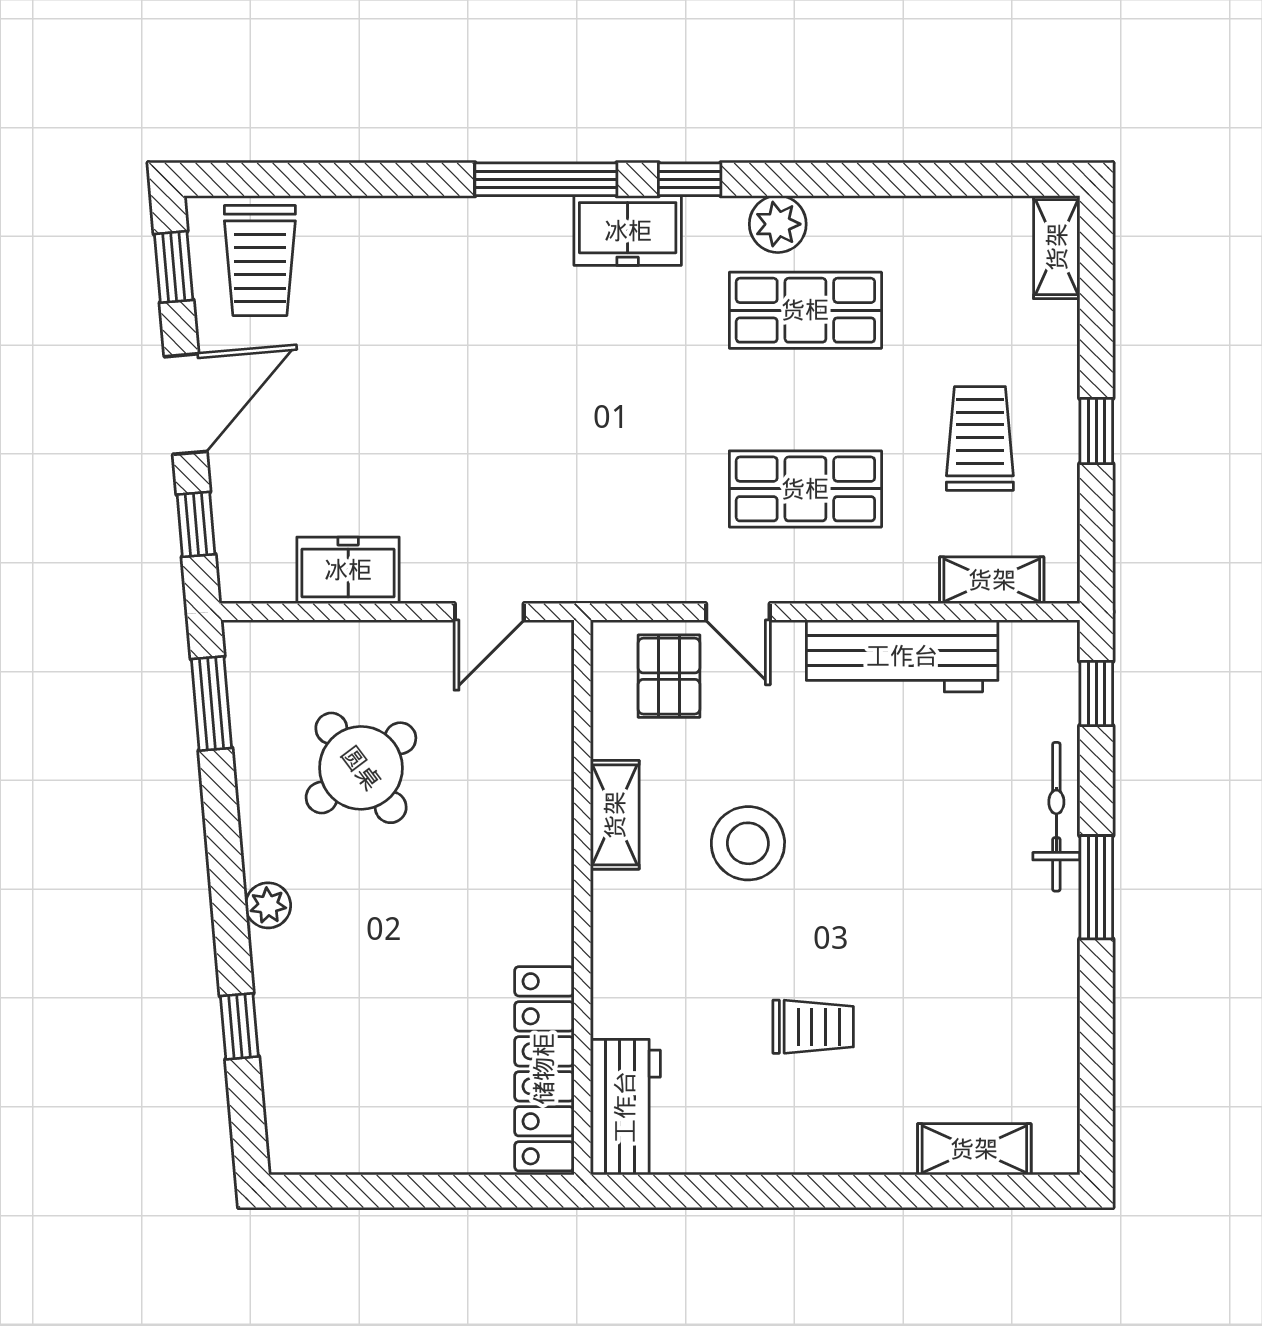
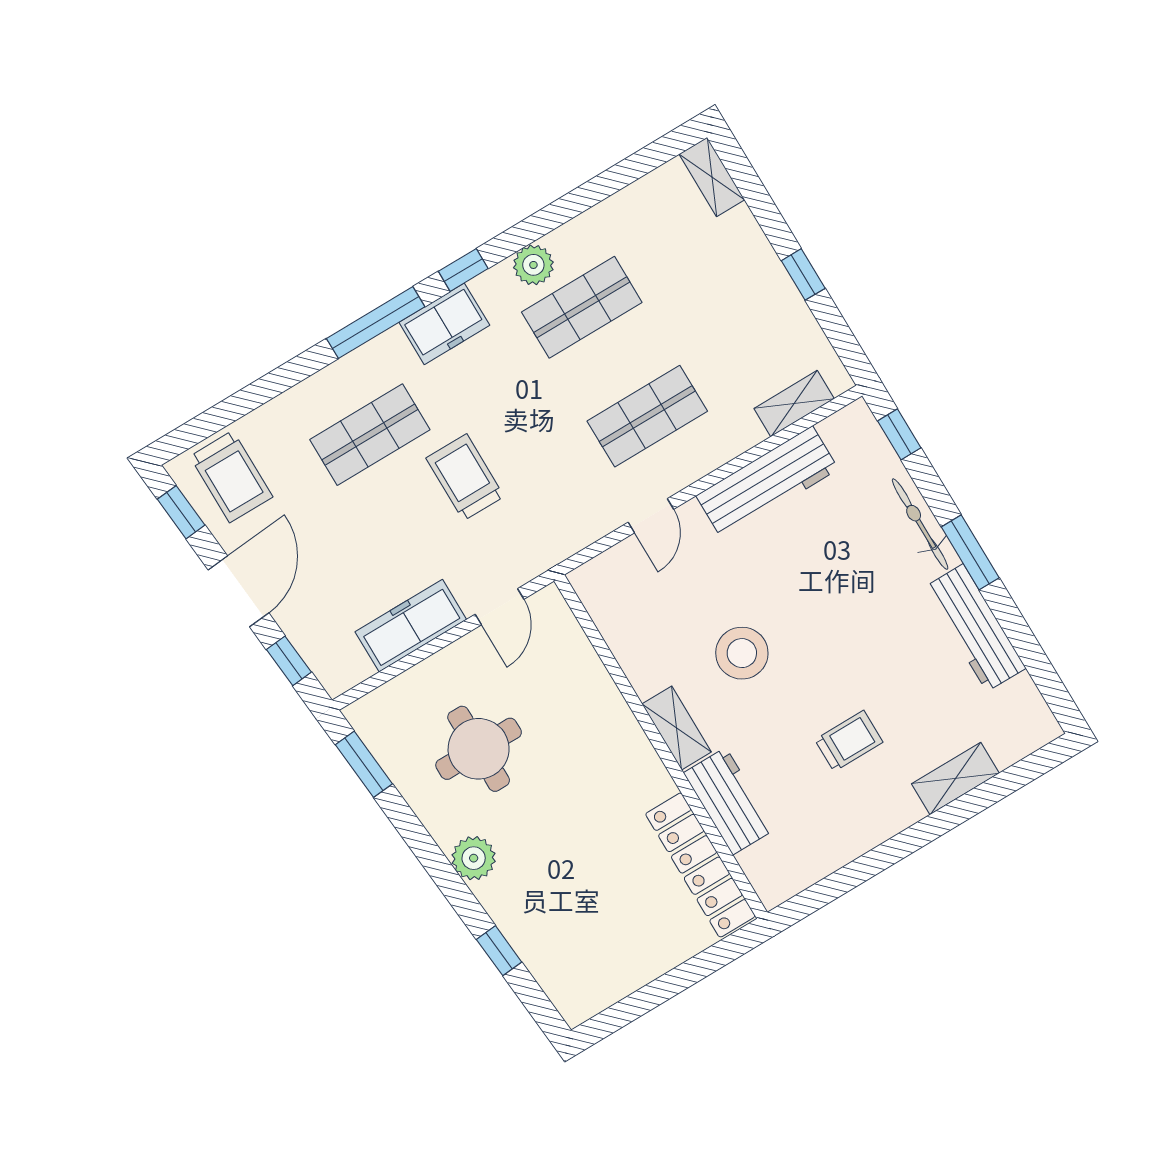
shop shelf: (458, 310) -> (370, 435), added
trolley: (980, 438) -> (465, 477), moved
freezer: (348, 570) -> (411, 626), width x1.40
door: (738, 612) -> (651, 516), hinge flipped
pallet: (669, 676) -> (633, 580), removed
round table: (361, 768) -> (479, 749), turned 37
shelving: (615, 815) -> (677, 728), moved
plant: (268, 905) -> (474, 858), width x1.38, depth x1.38
workbench: (1048, 982) -> (975, 628), added
workbench: (625, 1107) -> (729, 801), moved
shelving: (974, 1149) -> (955, 778), moved

